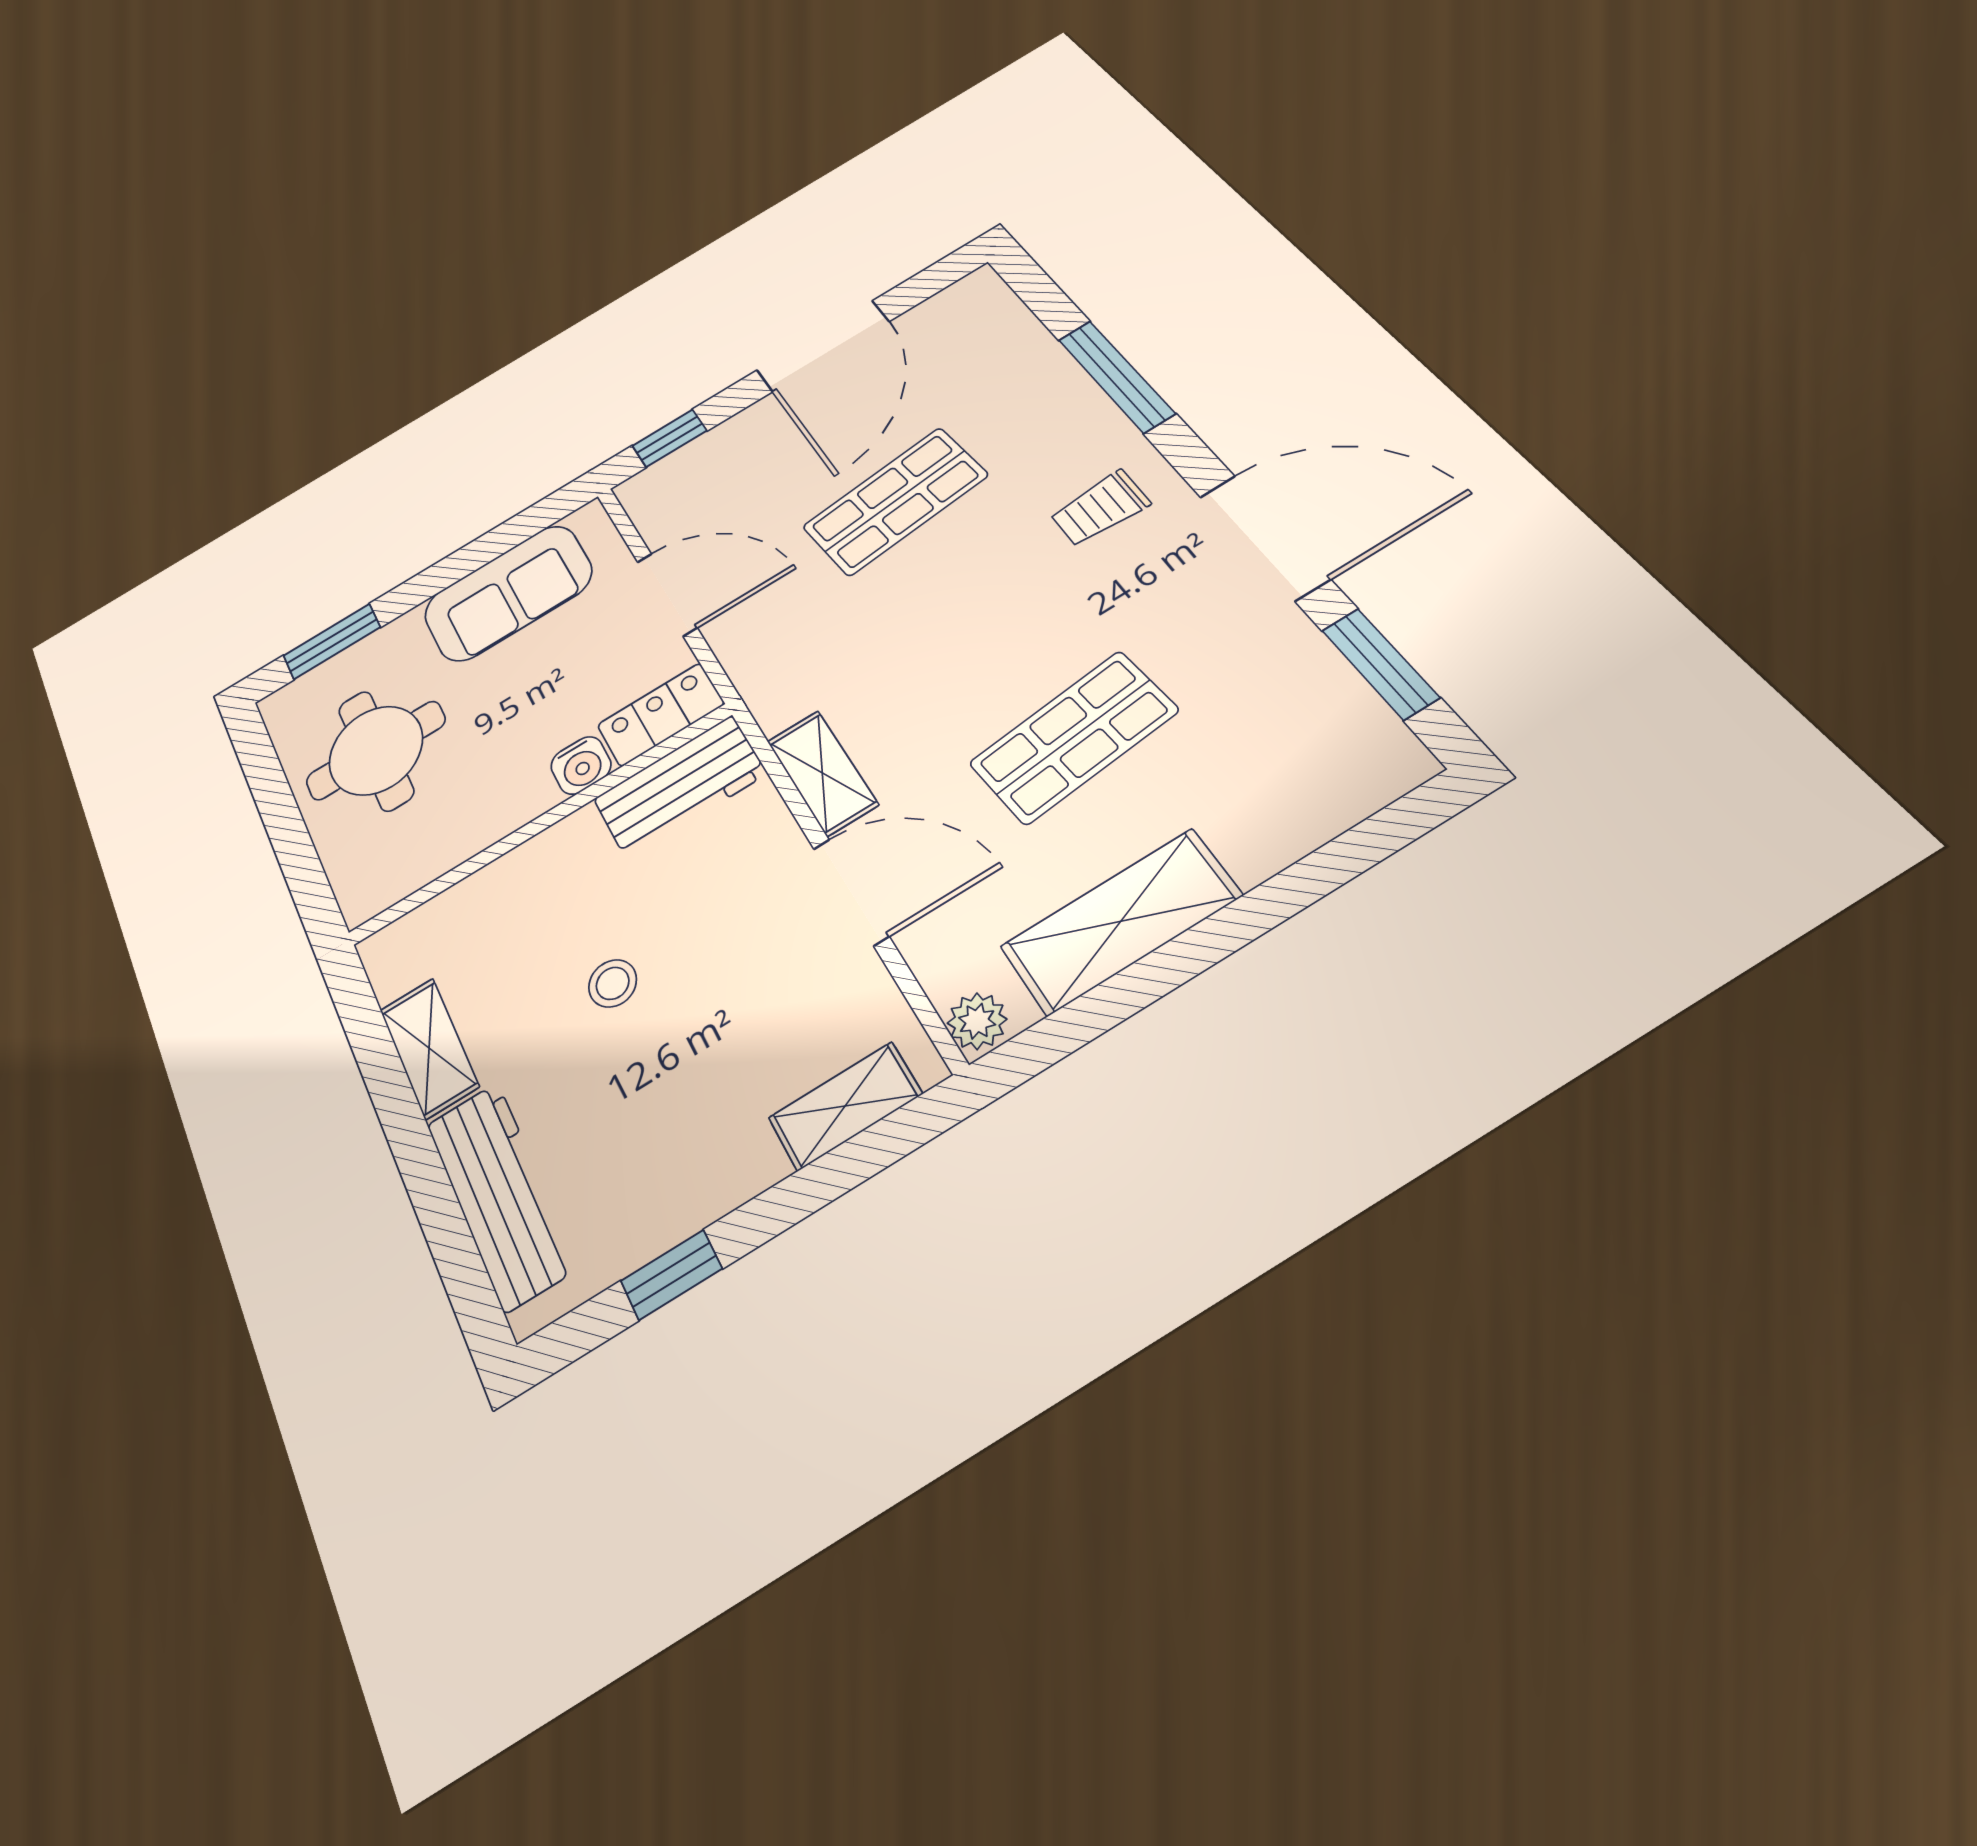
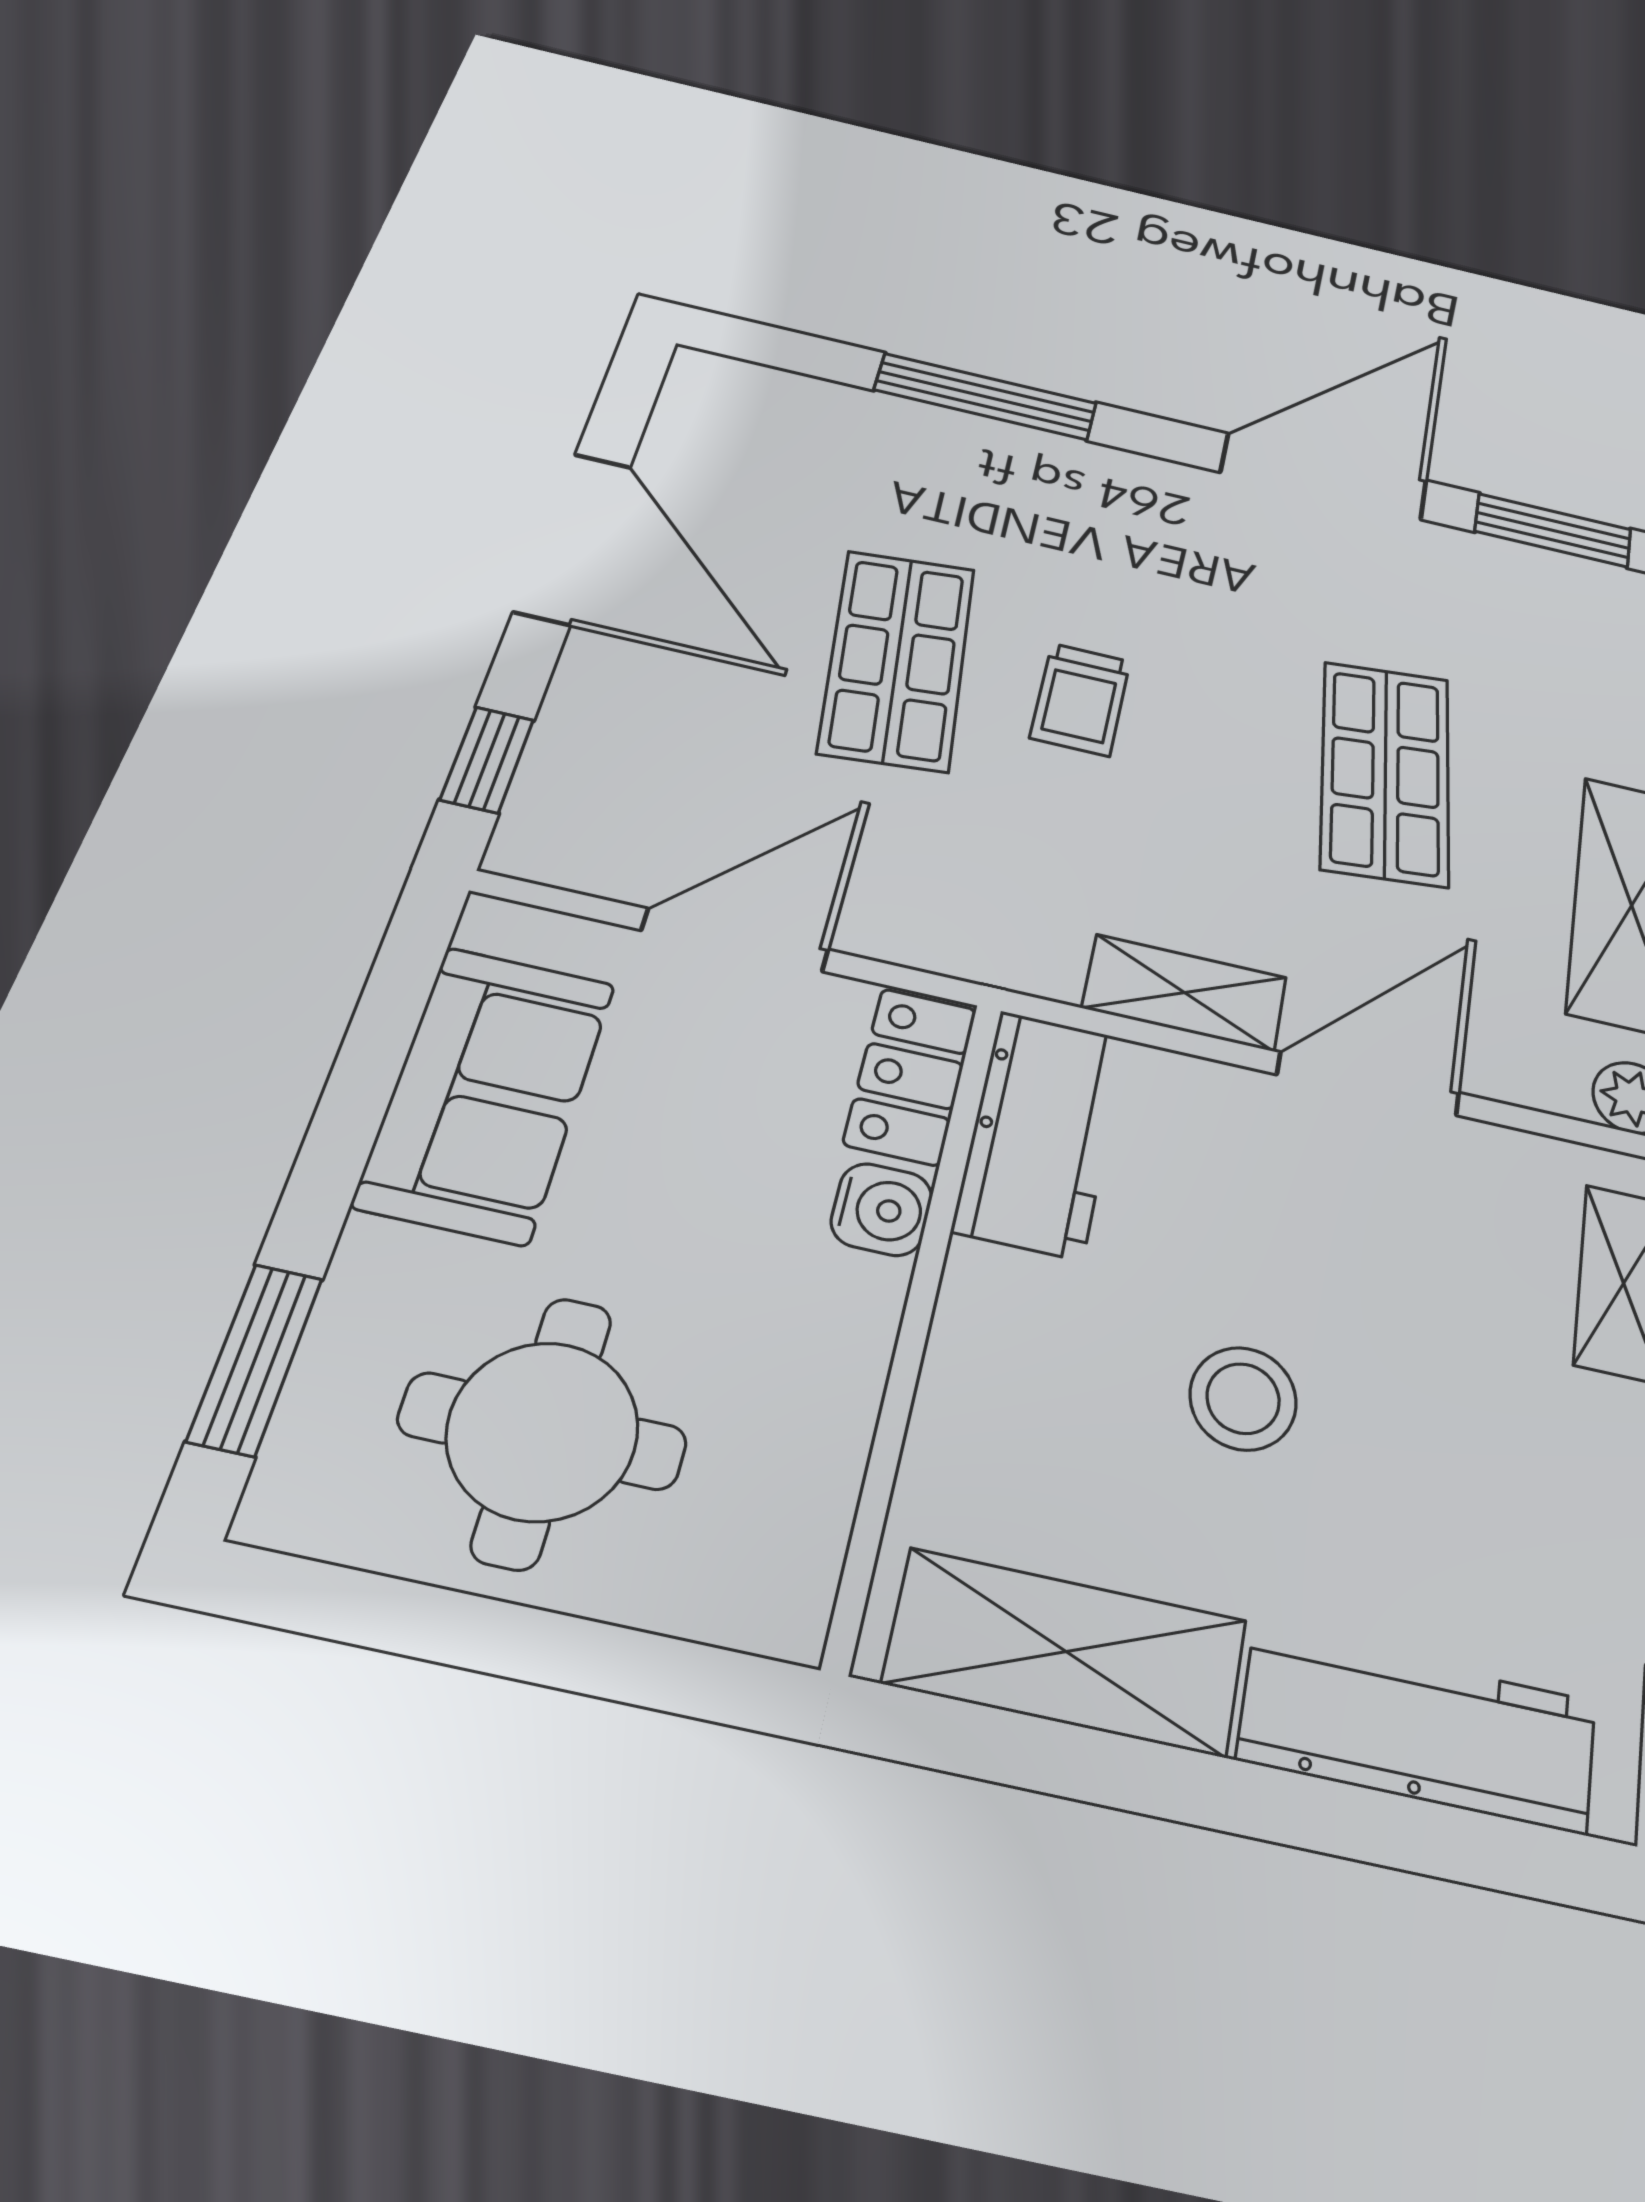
trolley: (1100, 508) -> (1080, 699), moved
stool: (613, 983) -> (1243, 1399), width x1.37, depth x1.37
shelving: (429, 1048) -> (1066, 1652), width x1.50, depth x1.33

